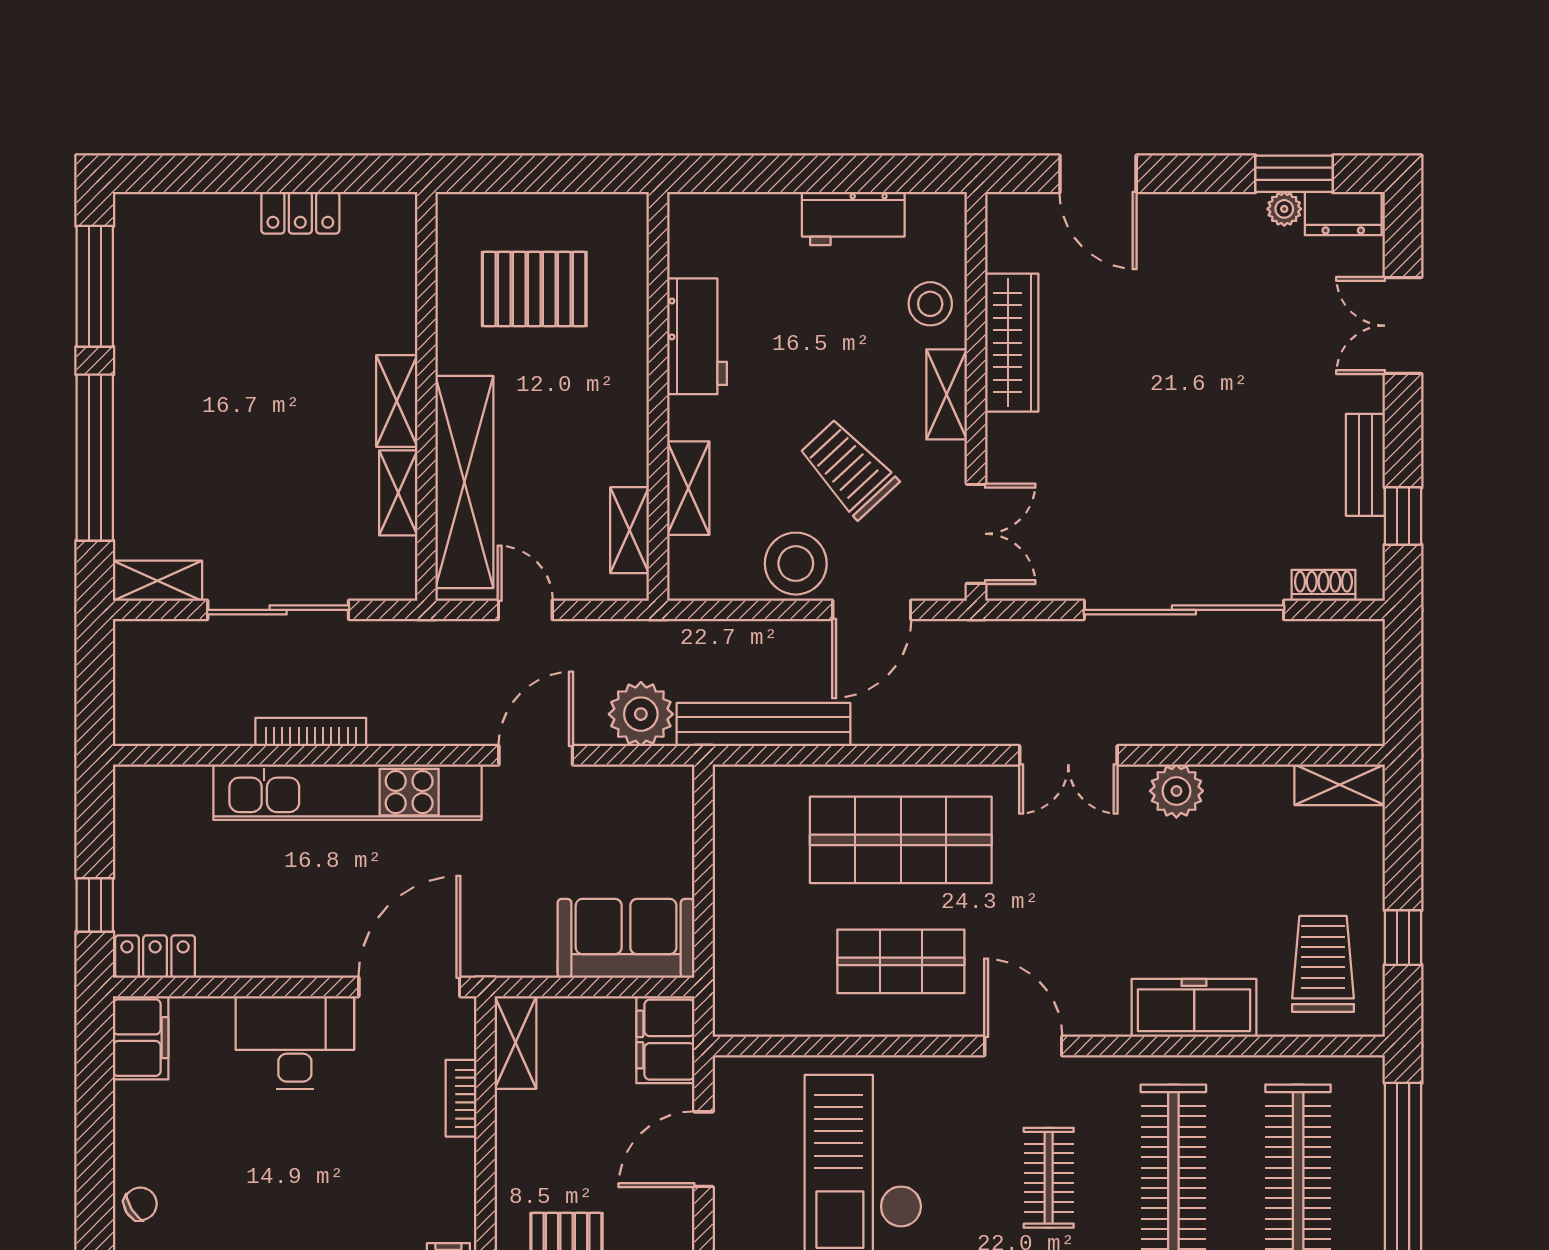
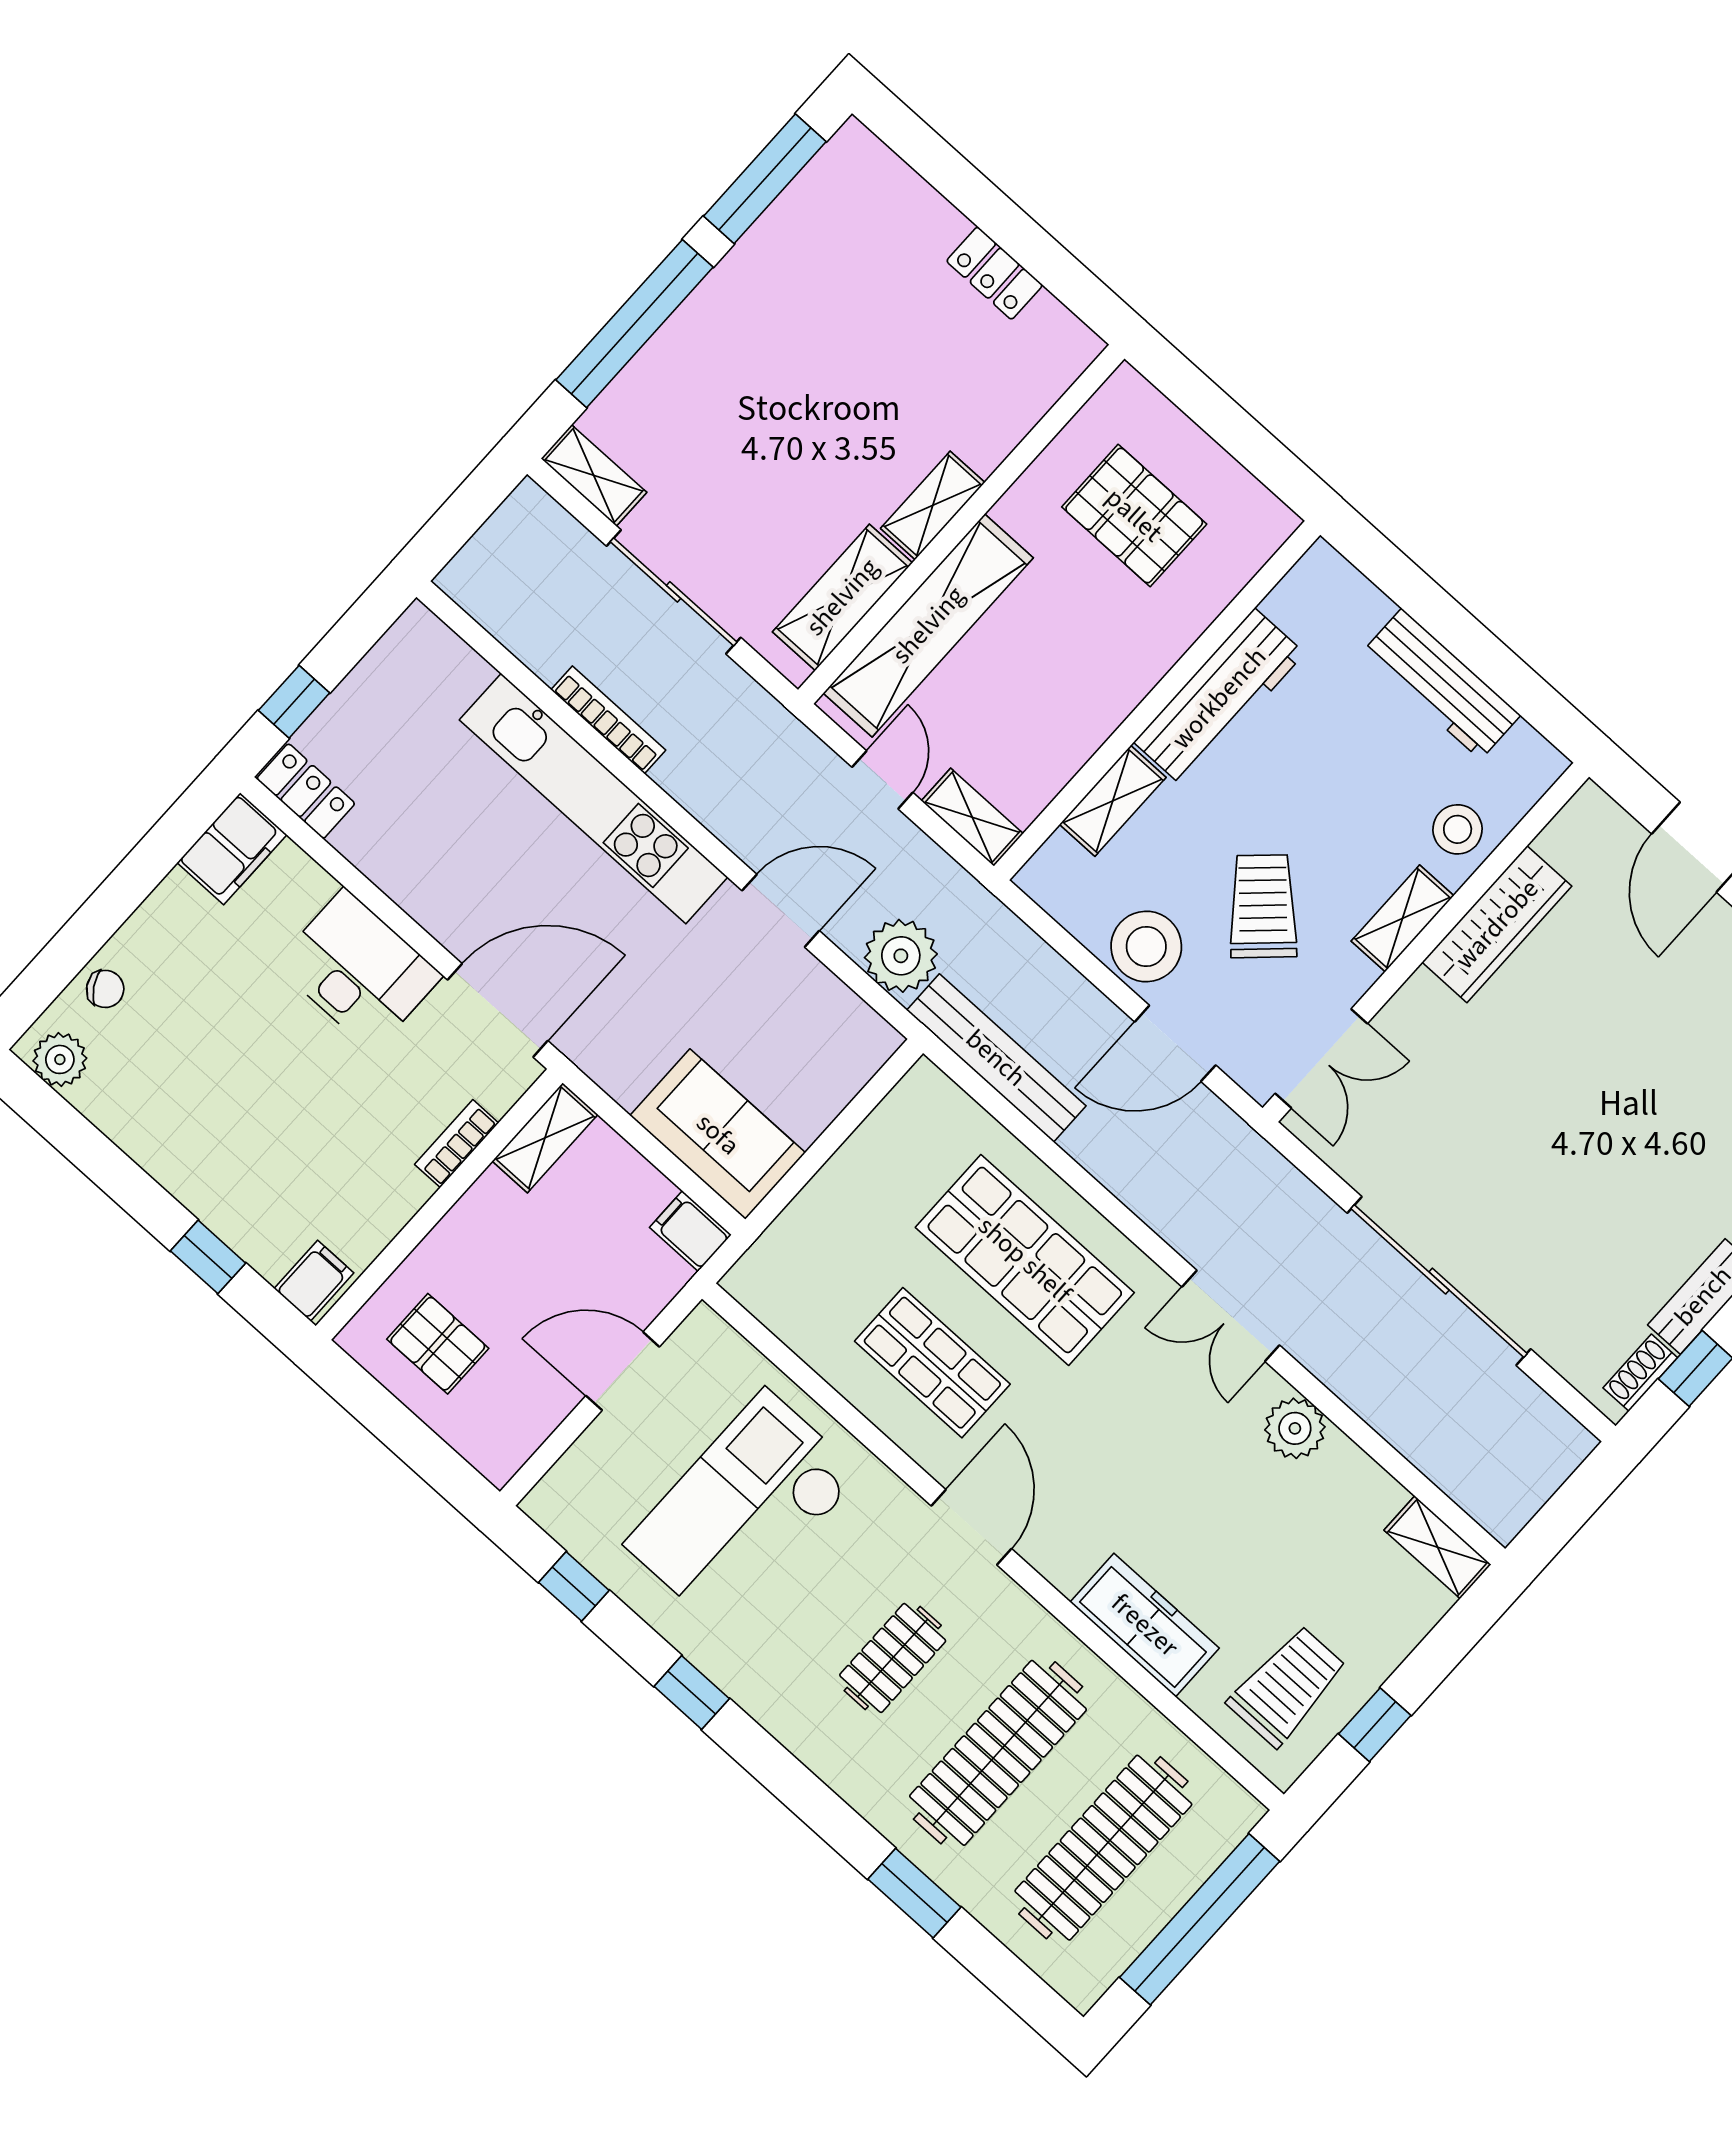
workbench: (853, 218) -> (1441, 684), width x1.38
workbench: (697, 336) -> (1219, 698), width x1.38
shelving: (398, 493) -> (842, 597), width x1.50, depth x1.33
shelving: (630, 530) -> (972, 817), moved, turned 90
shoe rack: (1323, 585) -> (1640, 1373), moved, turned -90
filing cabinet: (665, 1040) -> (690, 1231), width x0.50

